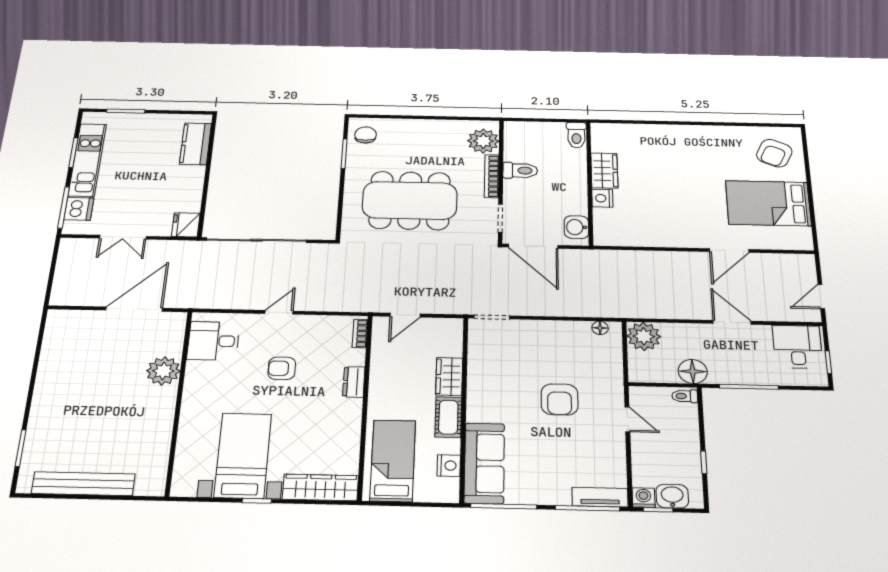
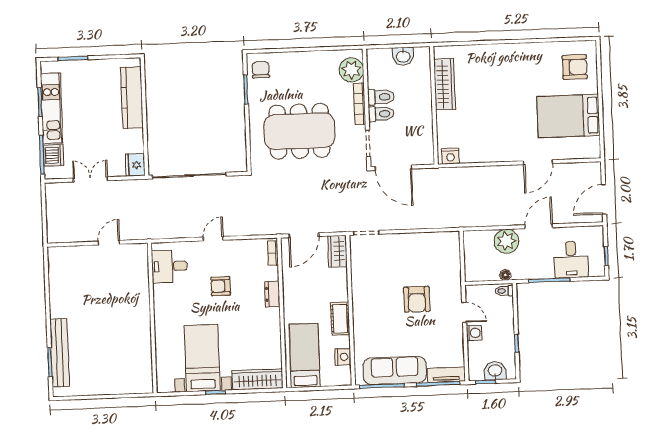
toilet: (576, 135) -> (381, 114), moved, turned -90
kitchen counter: (196, 144) -> (132, 97), width x1.50
armchair: (774, 153) -> (575, 67), turned -114
wardrobe: (604, 171) -> (444, 84), width x1.50
nightstand: (602, 198) -> (450, 156), moved, turned -90
washbasin: (576, 227) -> (403, 56), moved, turned -90
double door: (123, 237) -> (90, 179), swing flipped
door: (821, 297) -> (604, 199), width x1.38
door: (134, 309) -> (109, 243), width x0.53
door: (405, 315) -> (304, 235), width x1.38
door: (732, 322) -> (539, 226), hinge flipped
floor lamp: (600, 328) -> (444, 237), removed
plant: (644, 336) -> (506, 241), moved
desk: (797, 347) -> (571, 260), moved, turned 180
plant: (163, 371) -> (138, 294), removed
floor lamp: (693, 371) -> (505, 275), width x0.53, depth x0.53
wardrobe: (449, 376) -> (337, 251), moved
sofa: (484, 463) -> (395, 370), moved, turned -90
bench: (83, 484) -> (60, 353), moved, turned 90
washing machine: (643, 498) -> (474, 333), moved, turned 90

